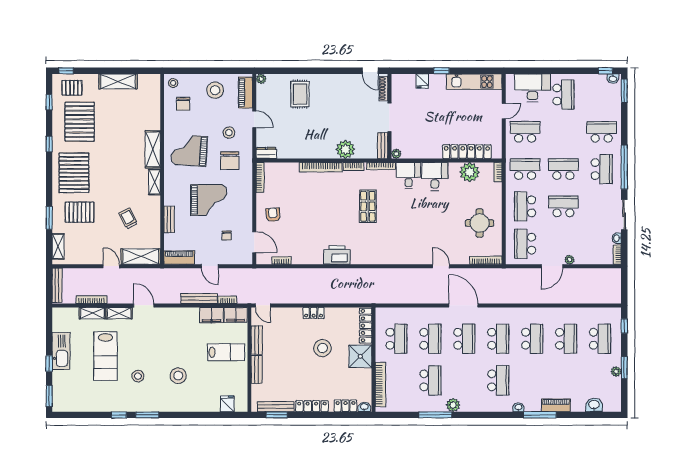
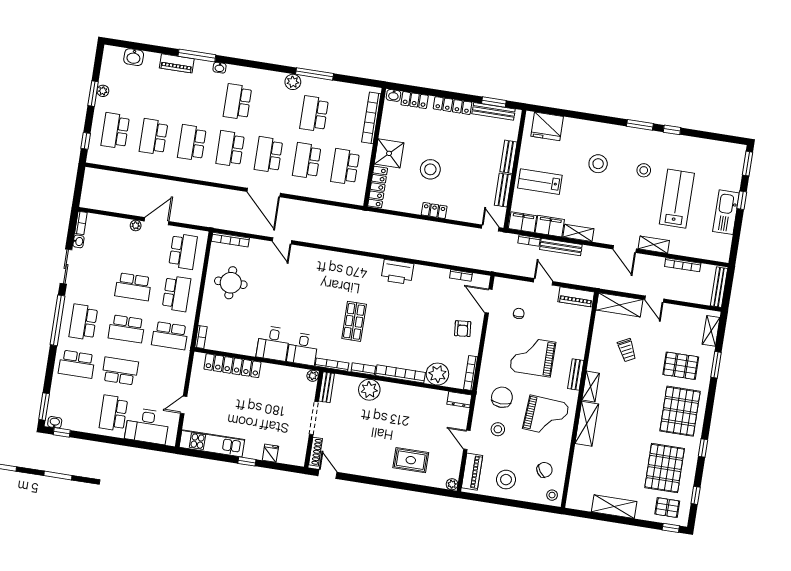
rug: (300, 94) -> (411, 460), turned 90
chair: (183, 104) -> (544, 470), turned 55
school desk: (525, 132) -> (120, 371), moved, turned 180
plant: (470, 172) -> (437, 374), moved
bench: (169, 220) -> (576, 375), moved
shelving: (92, 313) -> (578, 233), moved
fridge: (227, 404) -> (547, 126), width x1.88, depth x1.34

